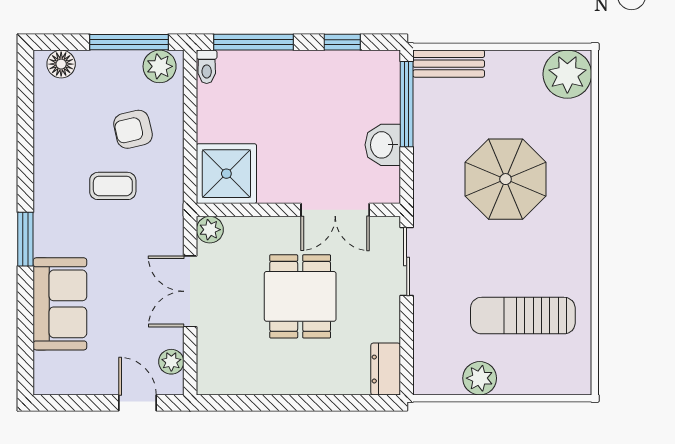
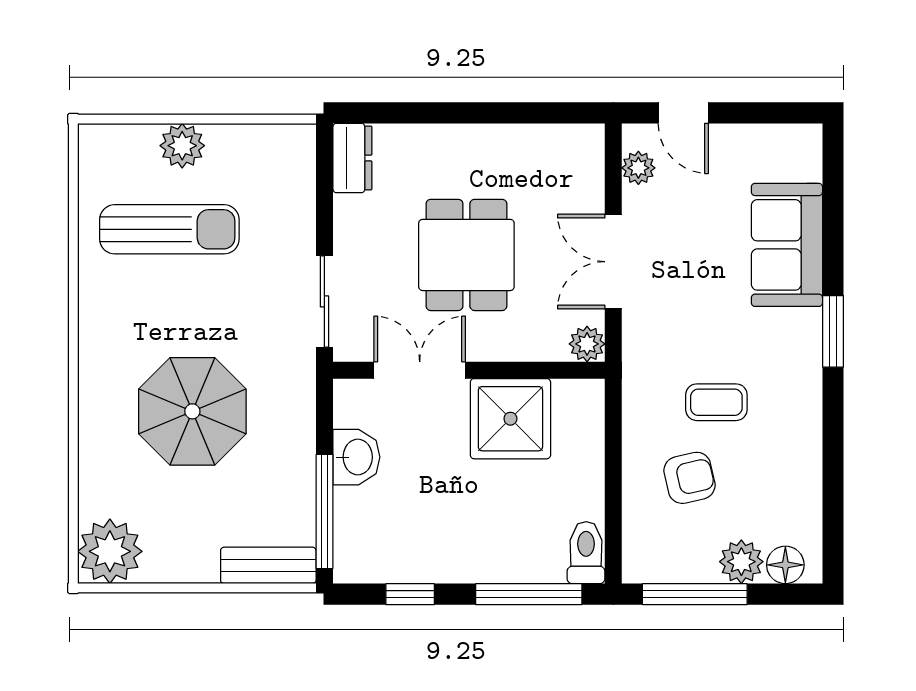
plant: (160, 66) -> (741, 562), moved
toilet: (207, 67) -> (586, 553), width x1.37, depth x1.39
shower: (226, 174) -> (510, 419), moved
double door: (190, 291) -> (613, 262), swing flipped
plant: (480, 378) -> (182, 146), moved

